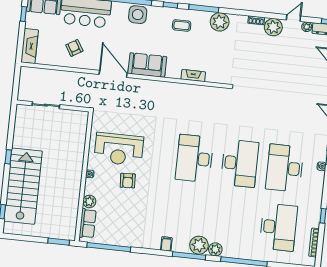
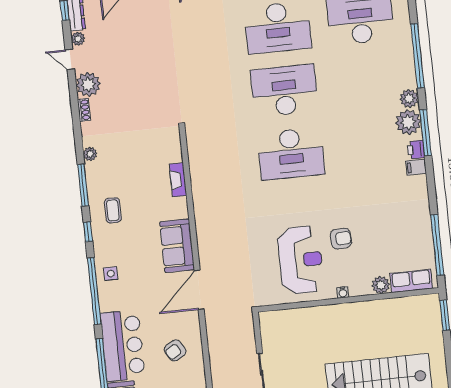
side table: (138, 15) -> (111, 274), width x0.54, depth x0.54
plant: (220, 22) -> (90, 154), width x0.53, depth x0.53
printer: (179, 246) -> (416, 150), added

